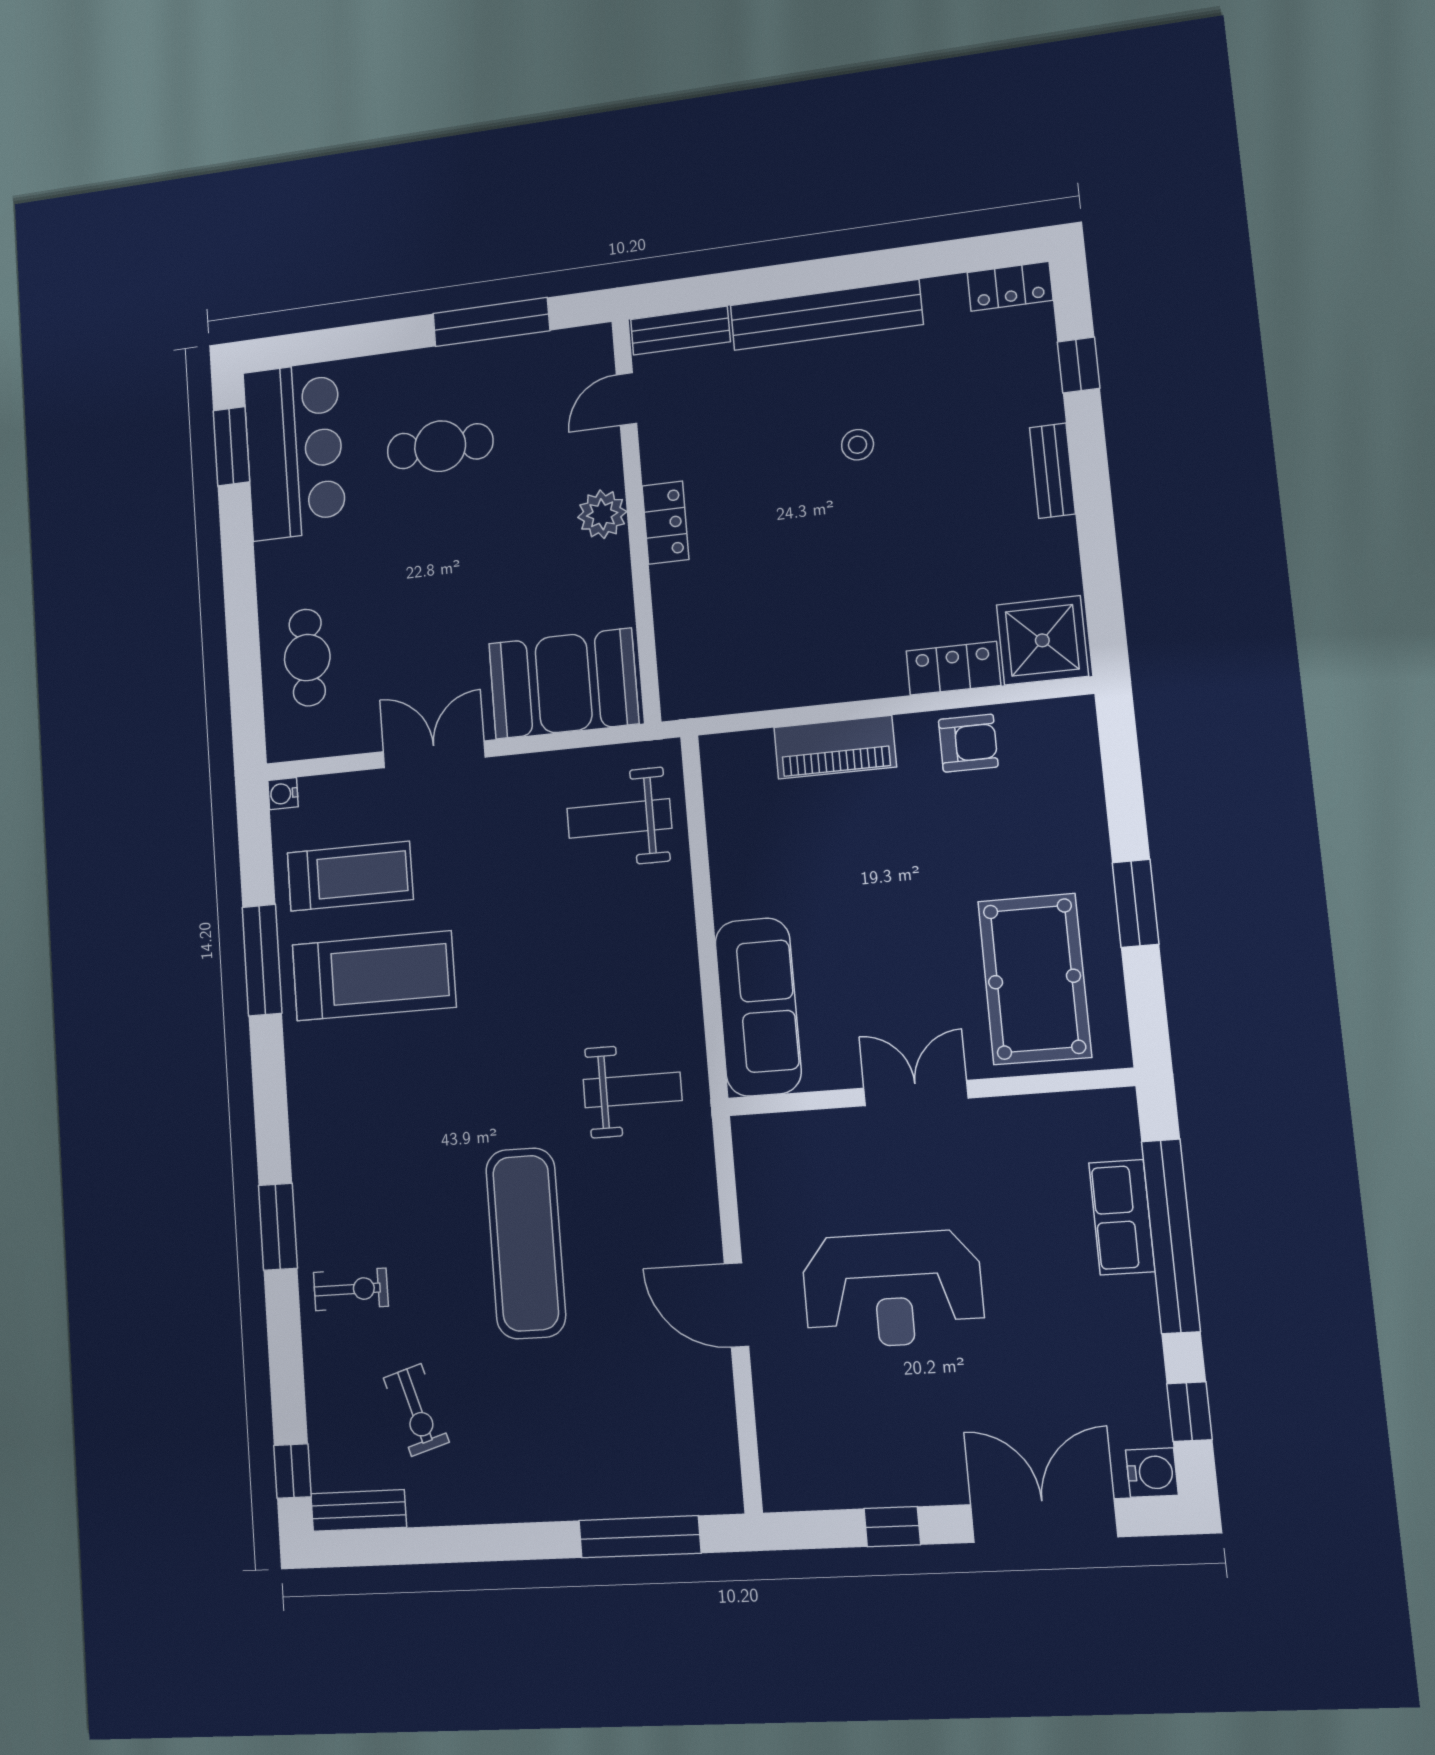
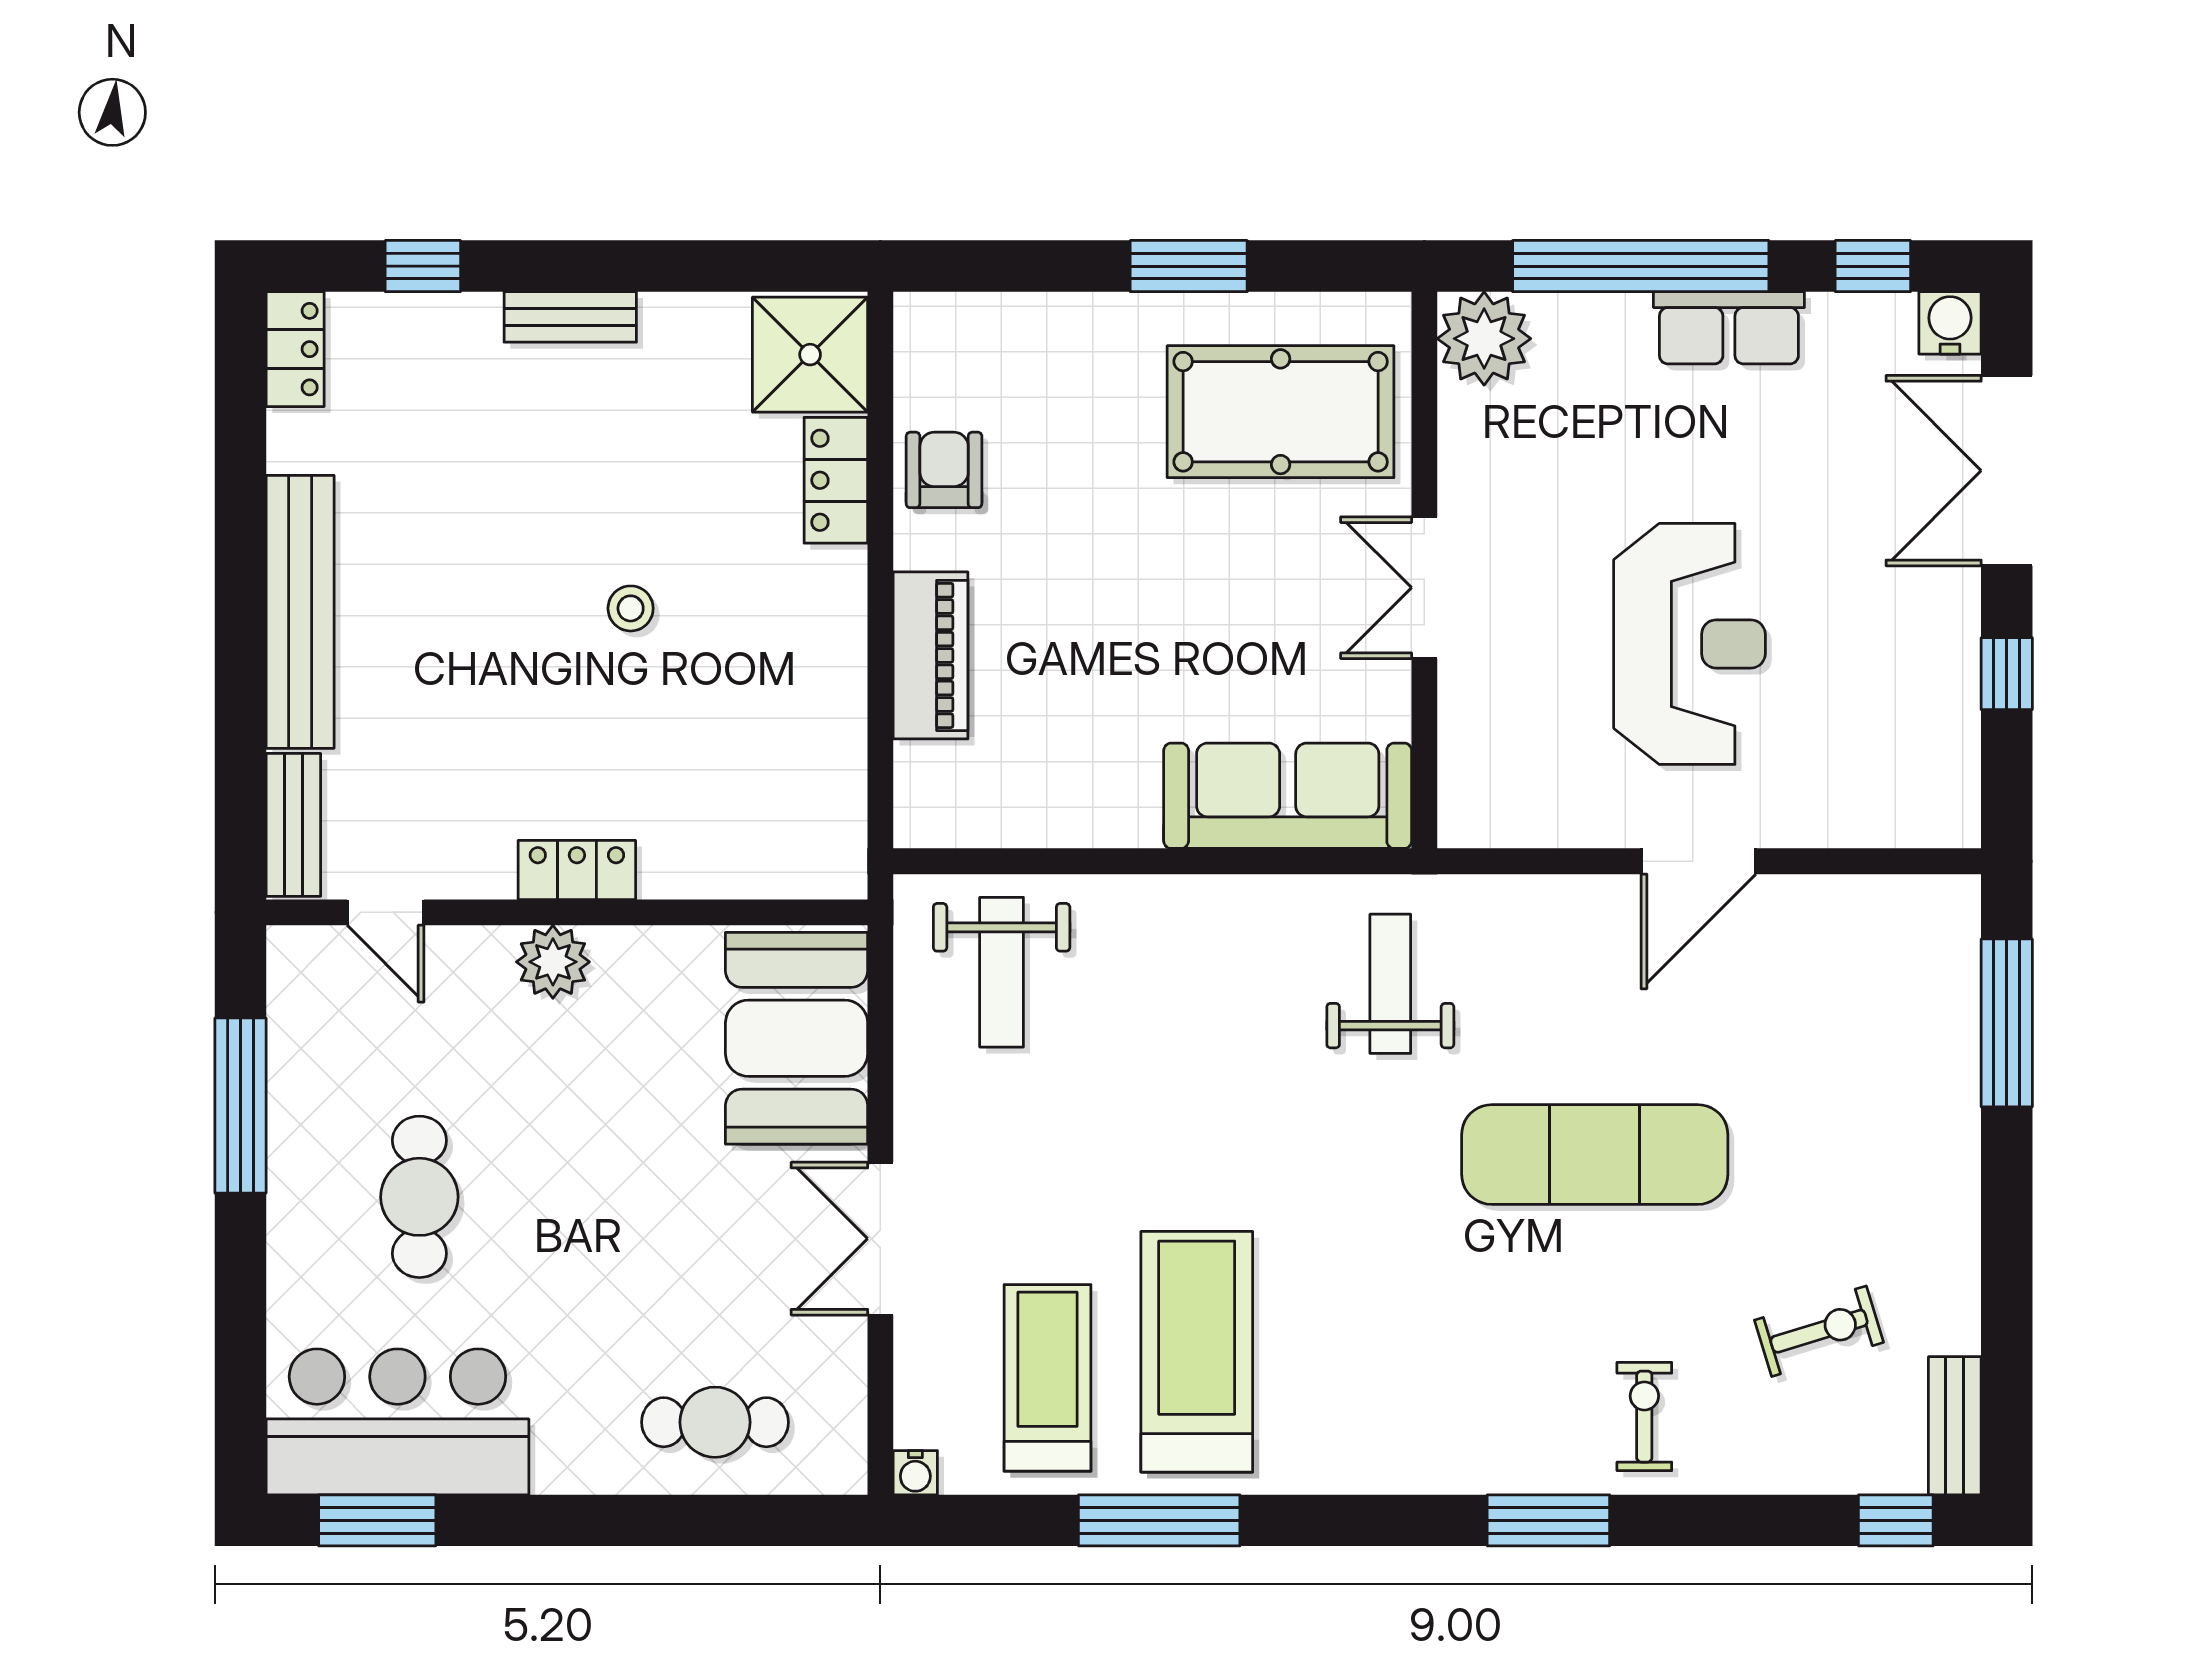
stool: (858, 445) -> (631, 608), moved
plant: (1104, 1123) -> (1484, 339), added
row of seats: (1122, 1217) -> (1729, 328), moved

